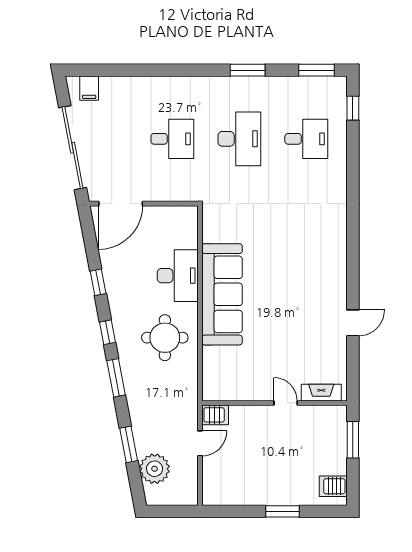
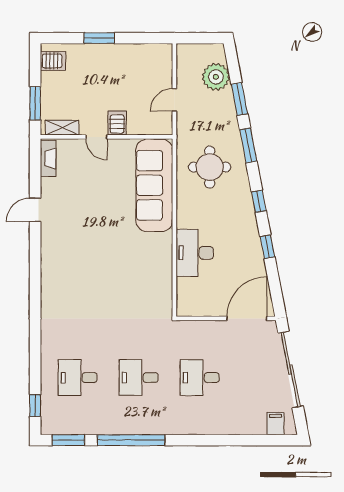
window: (248, 70) -> (131, 440), width x2.11
desk: (239, 139) -> (139, 378), width x0.73
sofa: (222, 294) -> (154, 185), moved
round table: (165, 338) -> (210, 167), moved
window: (116, 378) -> (248, 145), moved
fireplace: (321, 393) -> (48, 159), moved, turned -90
shelving: (323, 413) -> (62, 128), added
server rack: (215, 415) -> (117, 123), moved, turned 90

